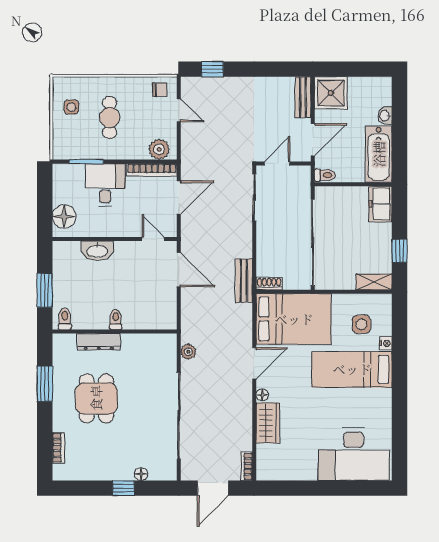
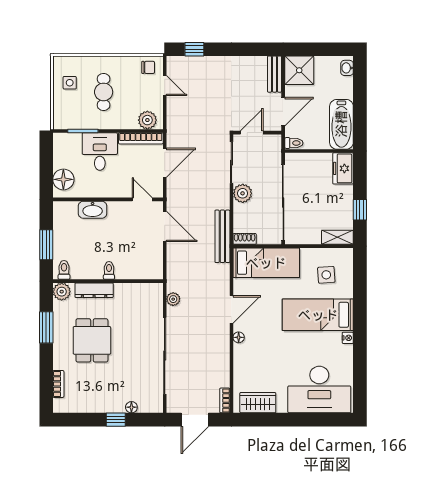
washbasin: (385, 116) -> (347, 68), moved
plant: (267, 232) -> (243, 193), added
bench: (244, 281) -> (222, 236), width x1.36
bed: (294, 319) -> (266, 263), width x0.67
plant: (62, 343) -> (62, 292), added
nightstand: (386, 343) -> (348, 338), moved
wardrobe: (268, 423) -> (258, 403), moved, turned -90

